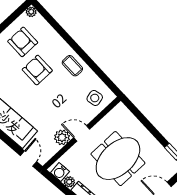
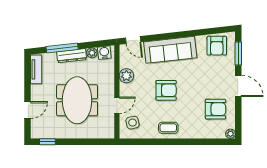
armchair: (37, 70) -> (166, 90), moved
door: (82, 133) -> (117, 105), moved

